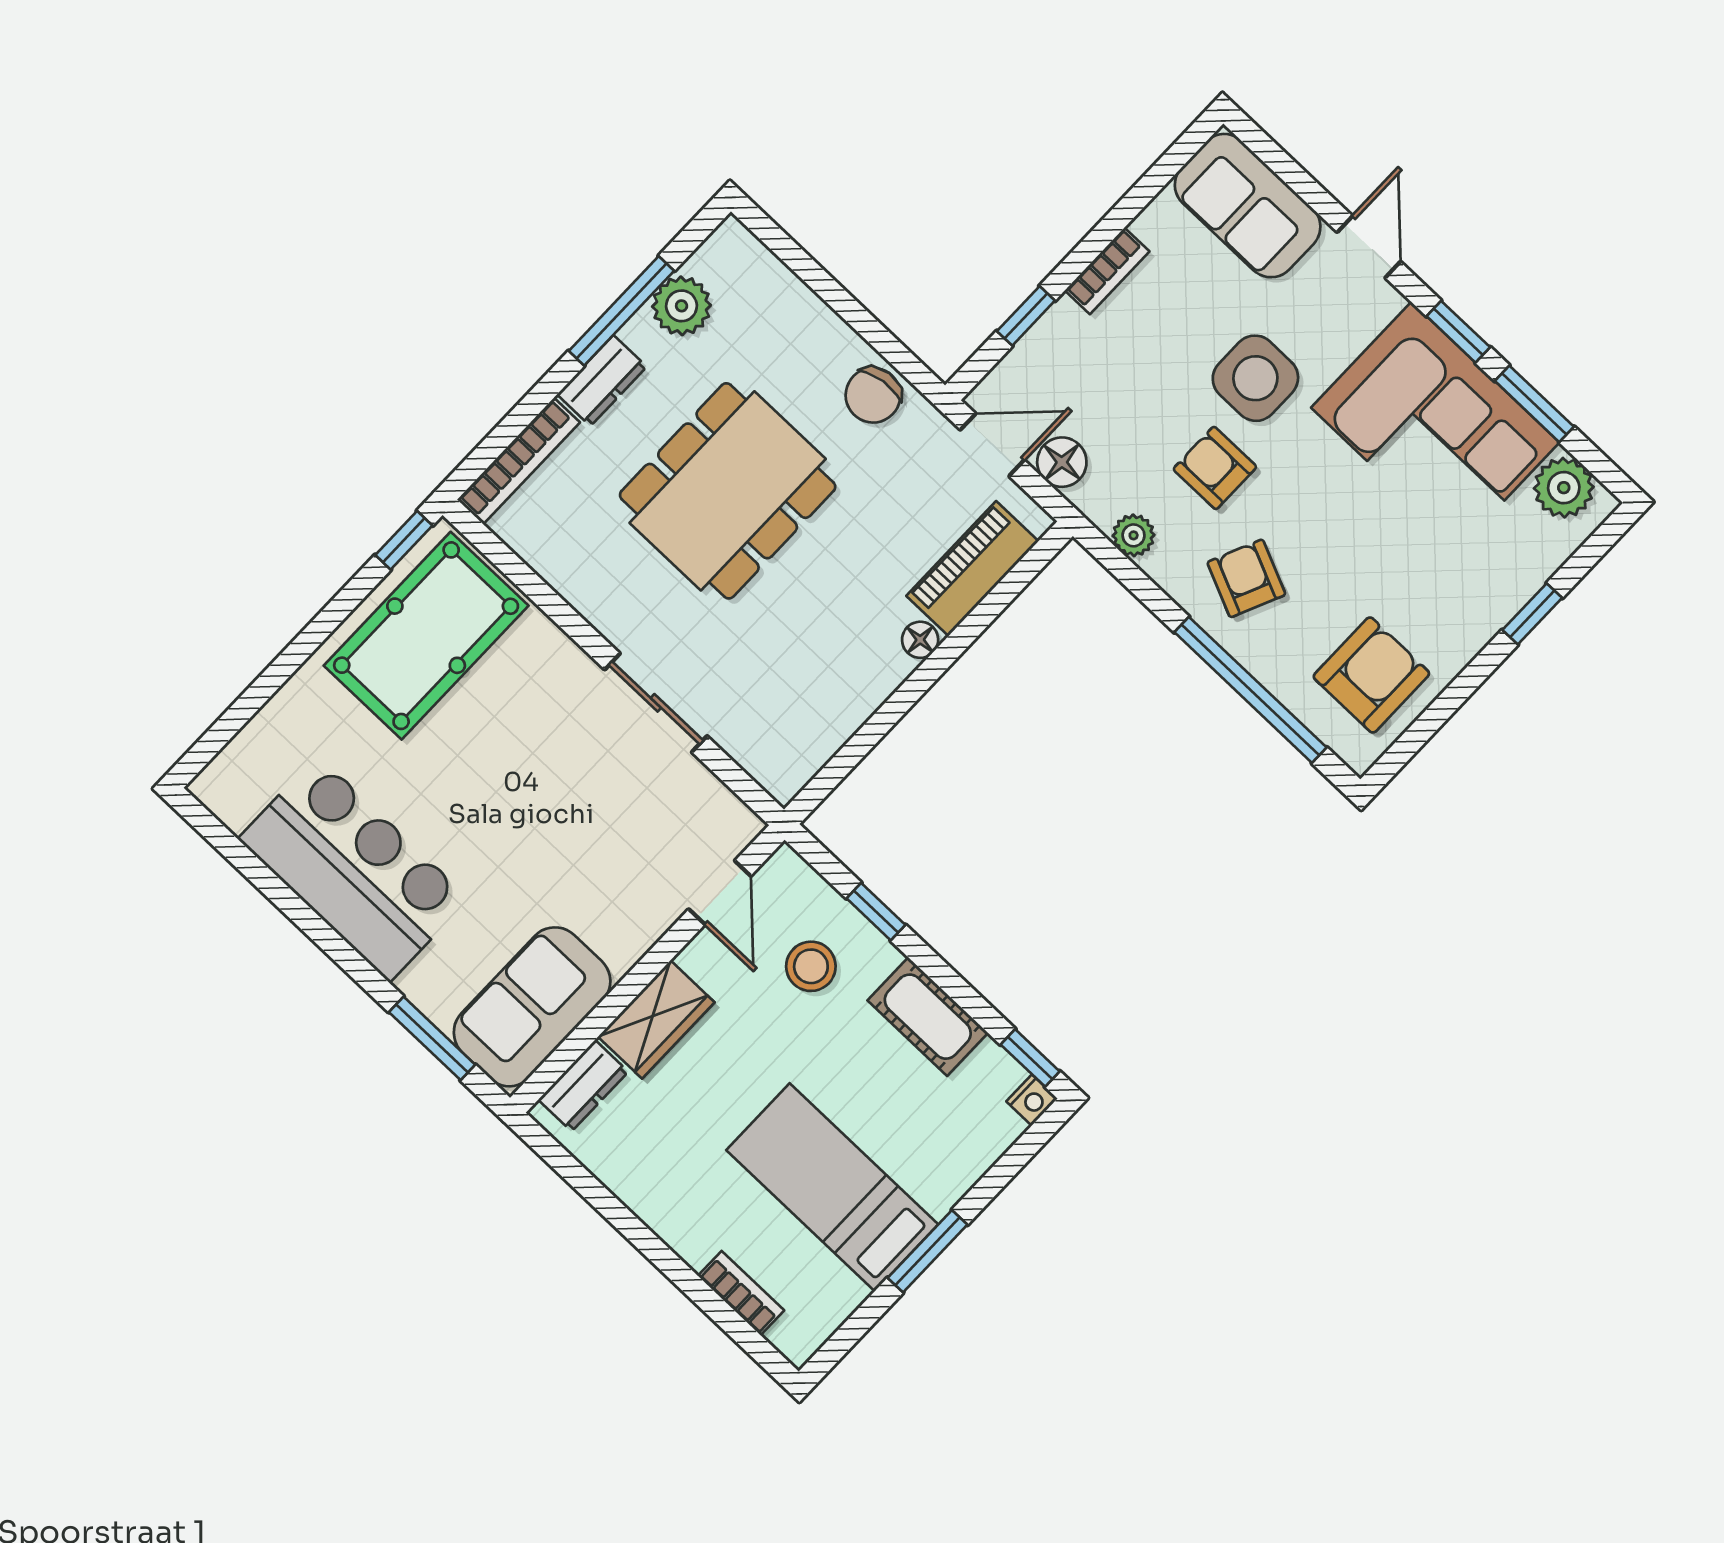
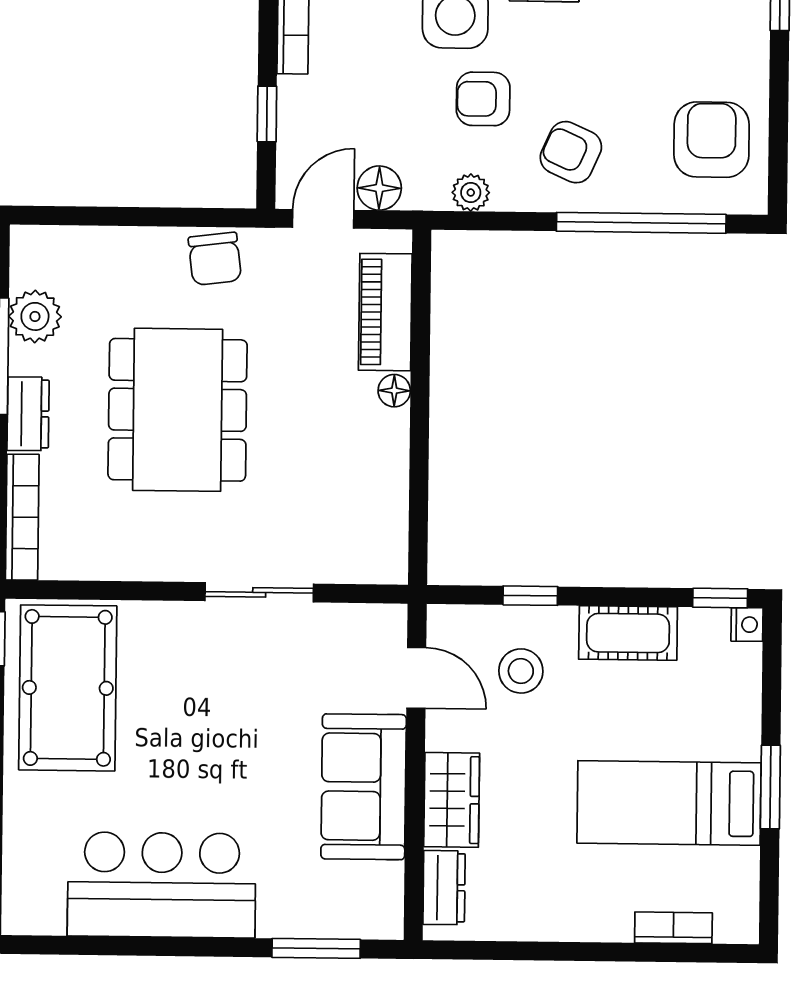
sofa: (532, 1007) -> (364, 787), moved

